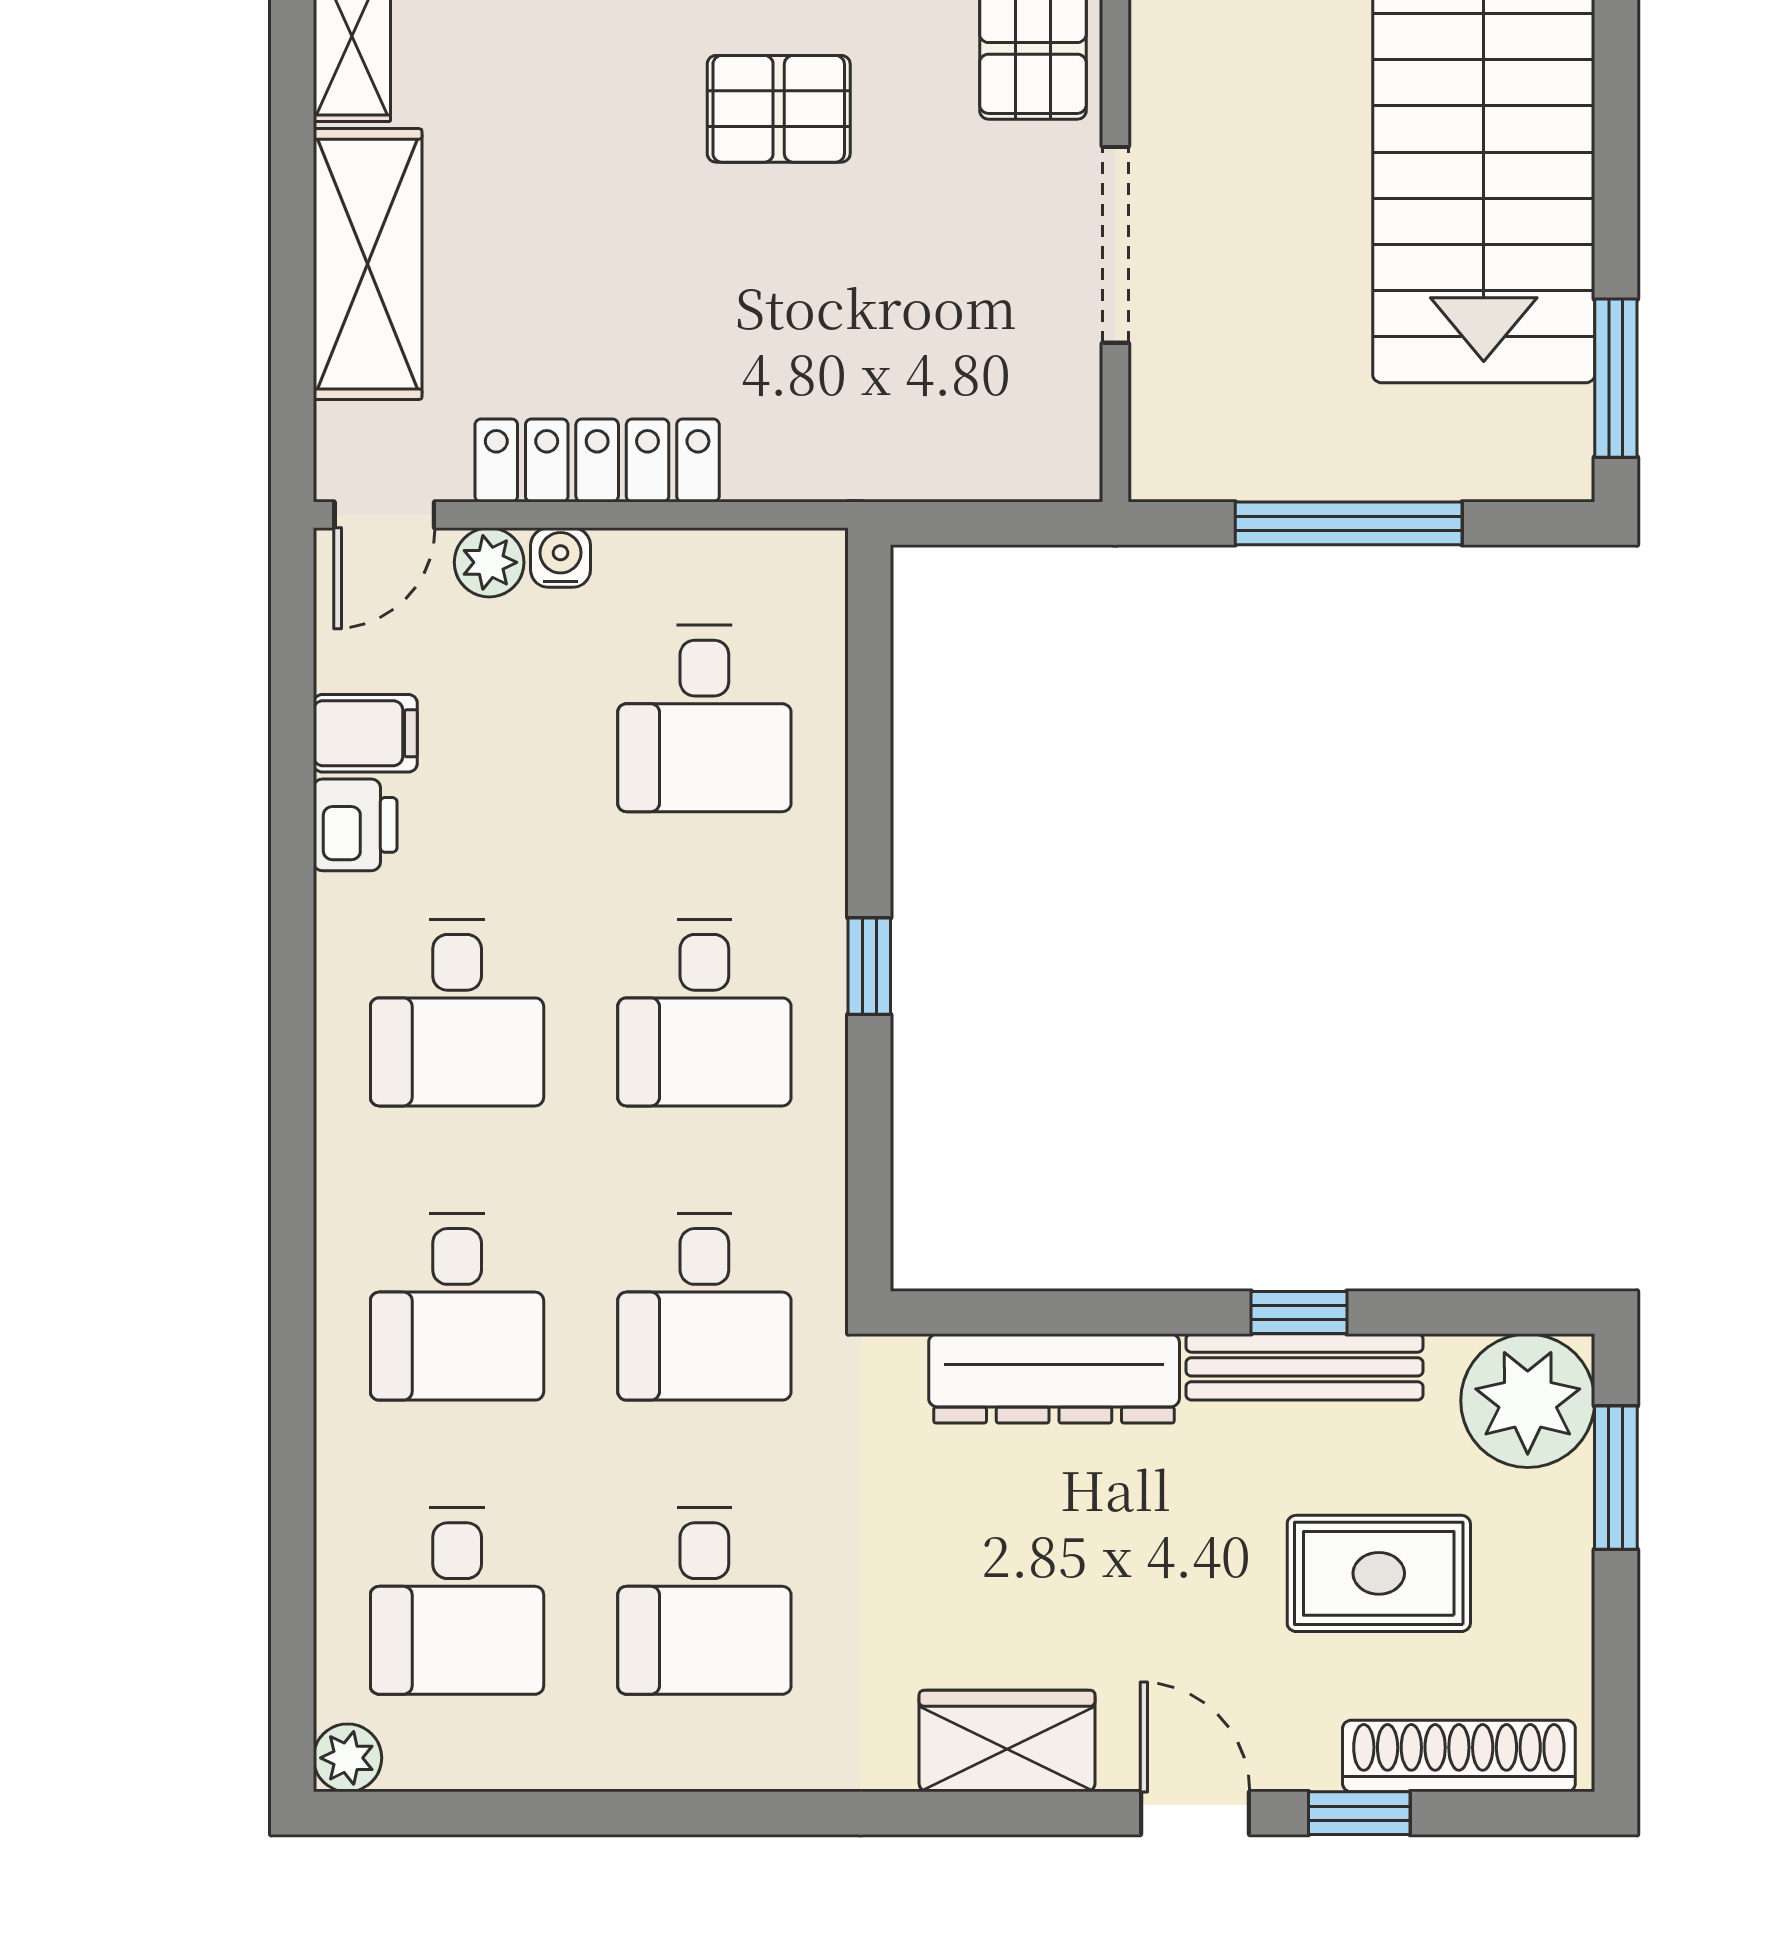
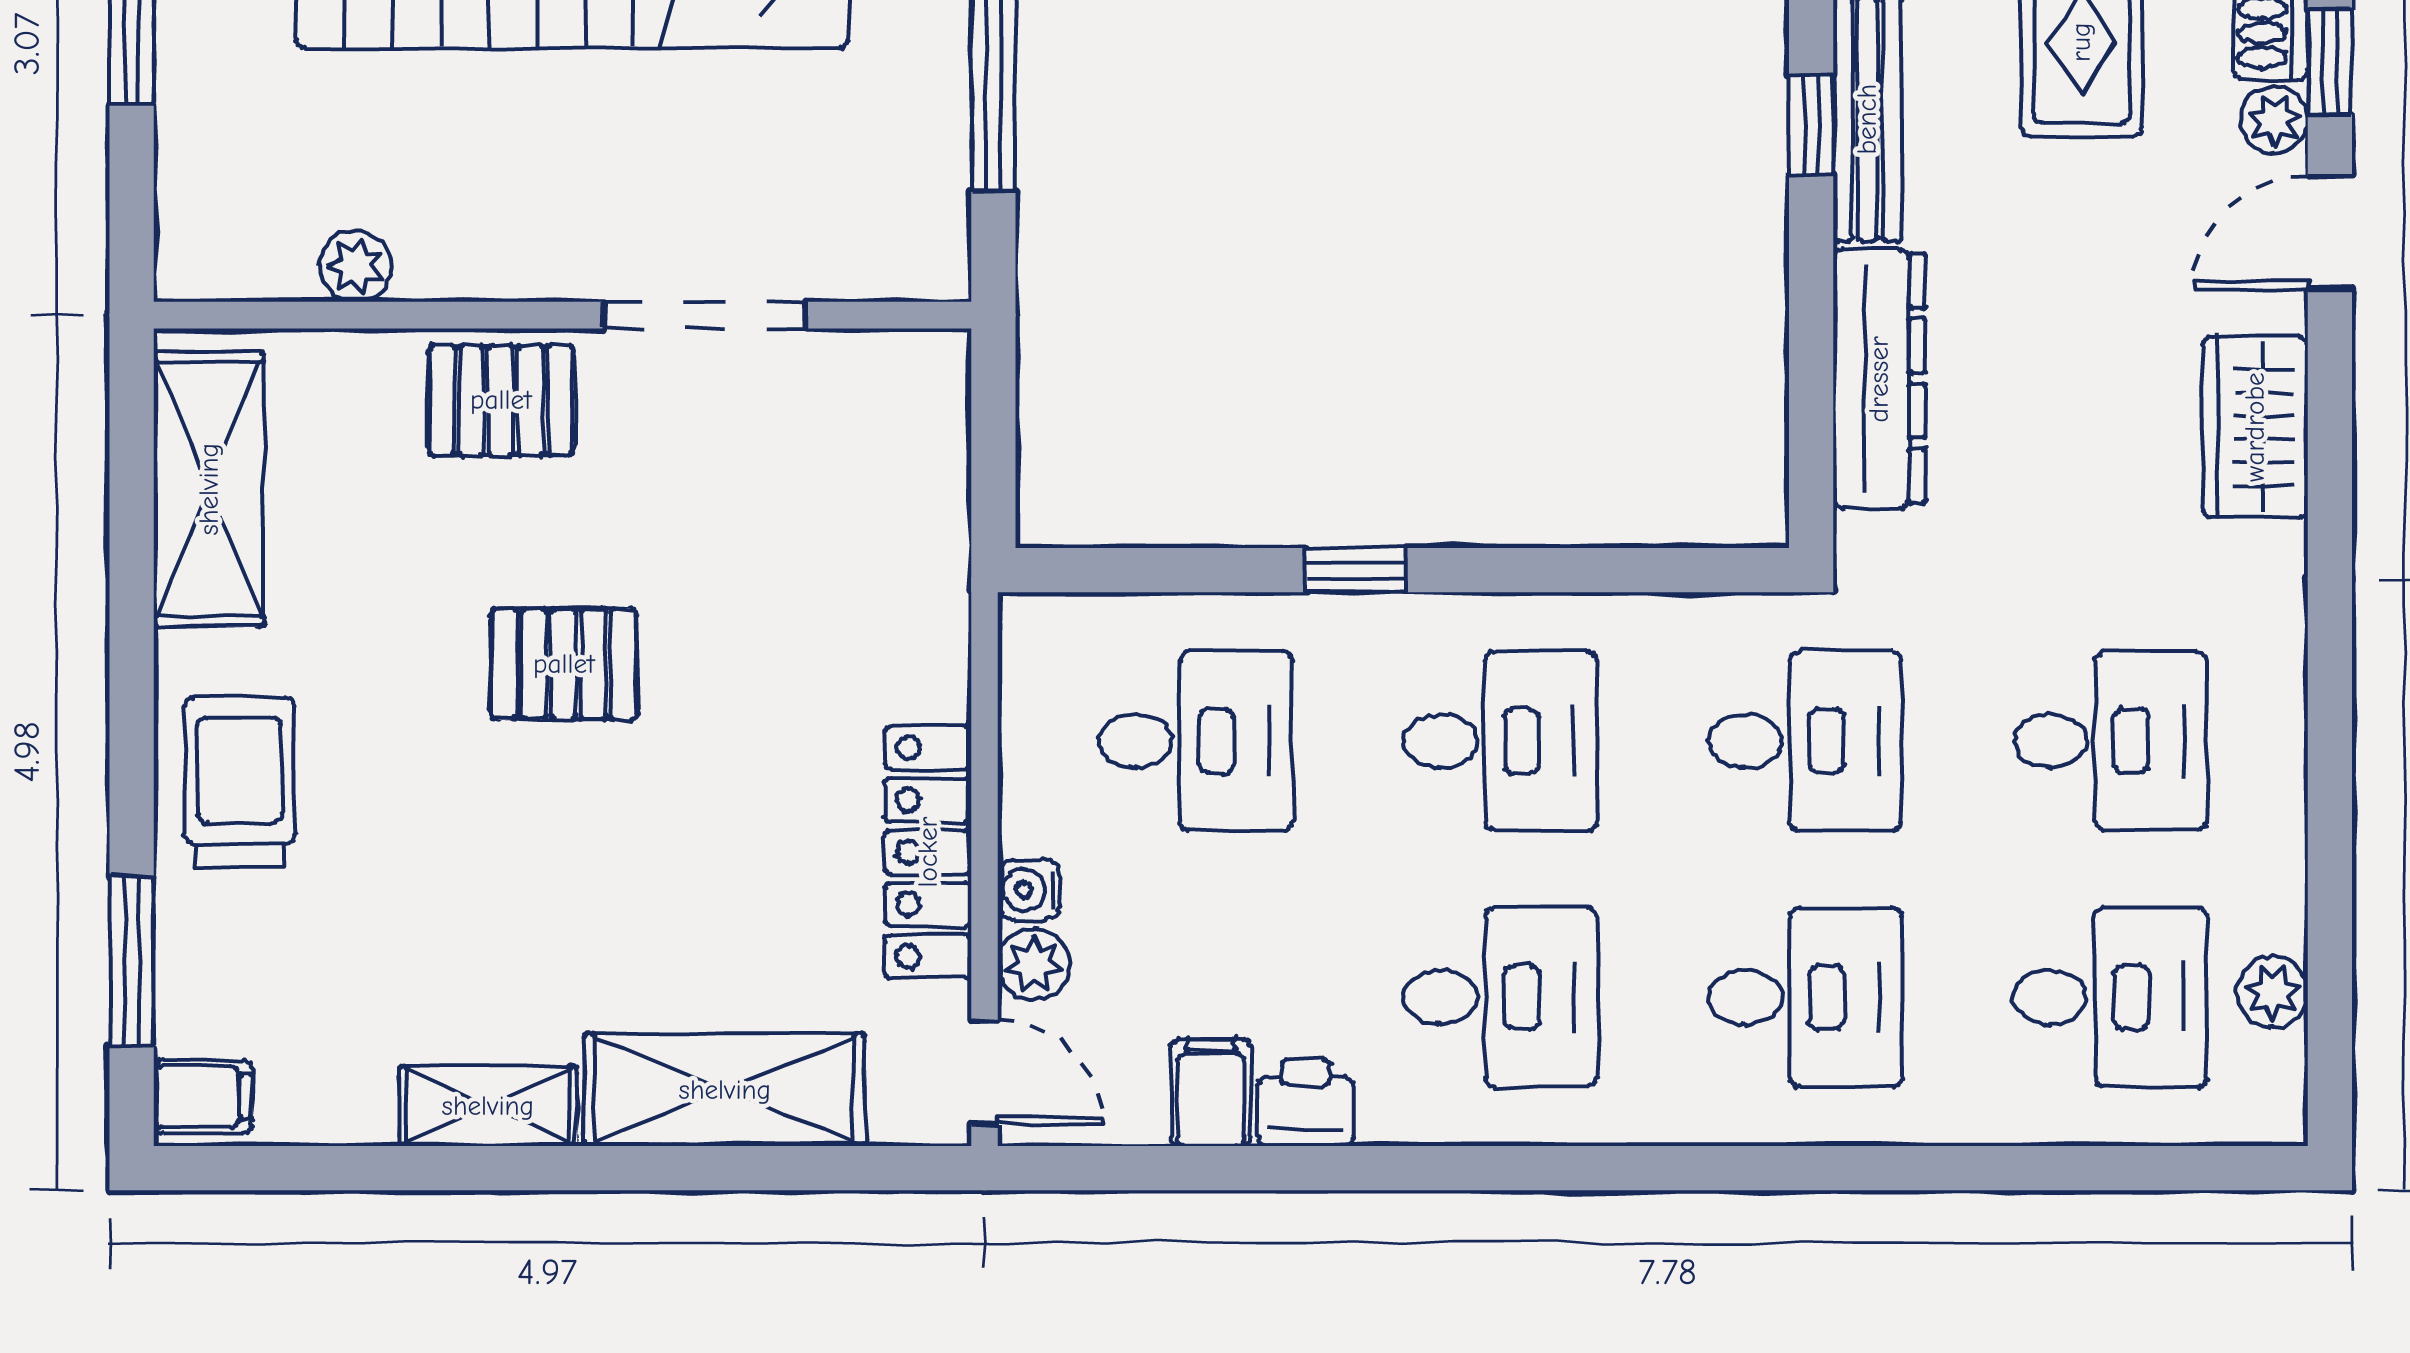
pallet: (779, 109) -> (564, 664), turned 90
window: (869, 966) -> (1355, 570), moved
plant: (348, 1758) -> (2273, 992), moved
plant: (1303, 1760) -> (2274, 120), added

